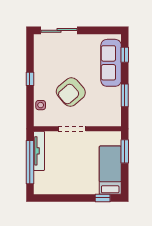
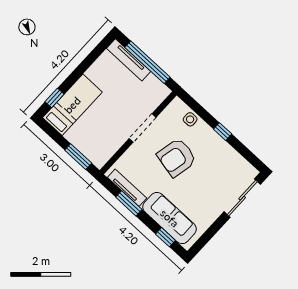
armchair: (71, 92) -> (177, 157), turned -127
tv unit: (116, 105) -> (127, 188), added
tv unit: (39, 151) -> (129, 60), moved
bed: (110, 170) -> (72, 105), moved, turned -90

